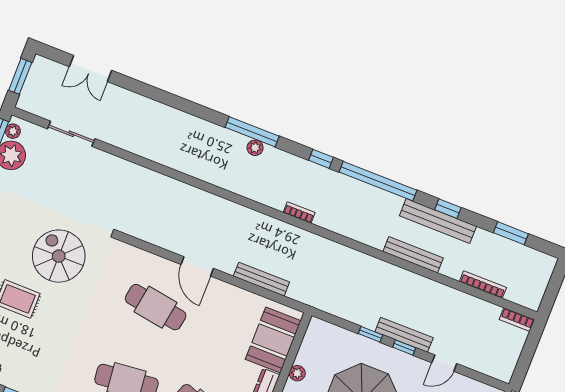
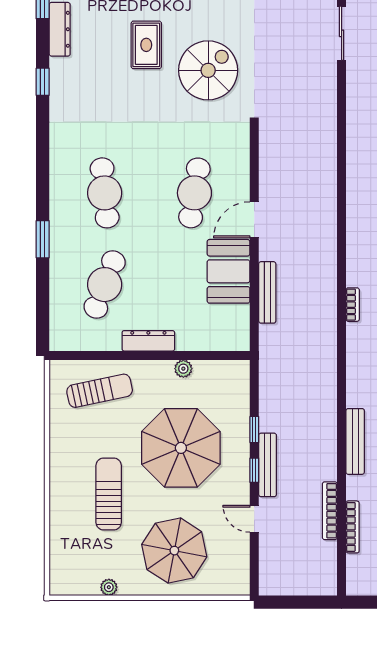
bookcase: (517, 320) -> (330, 511), moved, width x1.56
booth: (273, 340) -> (229, 271), moved, turned 90

